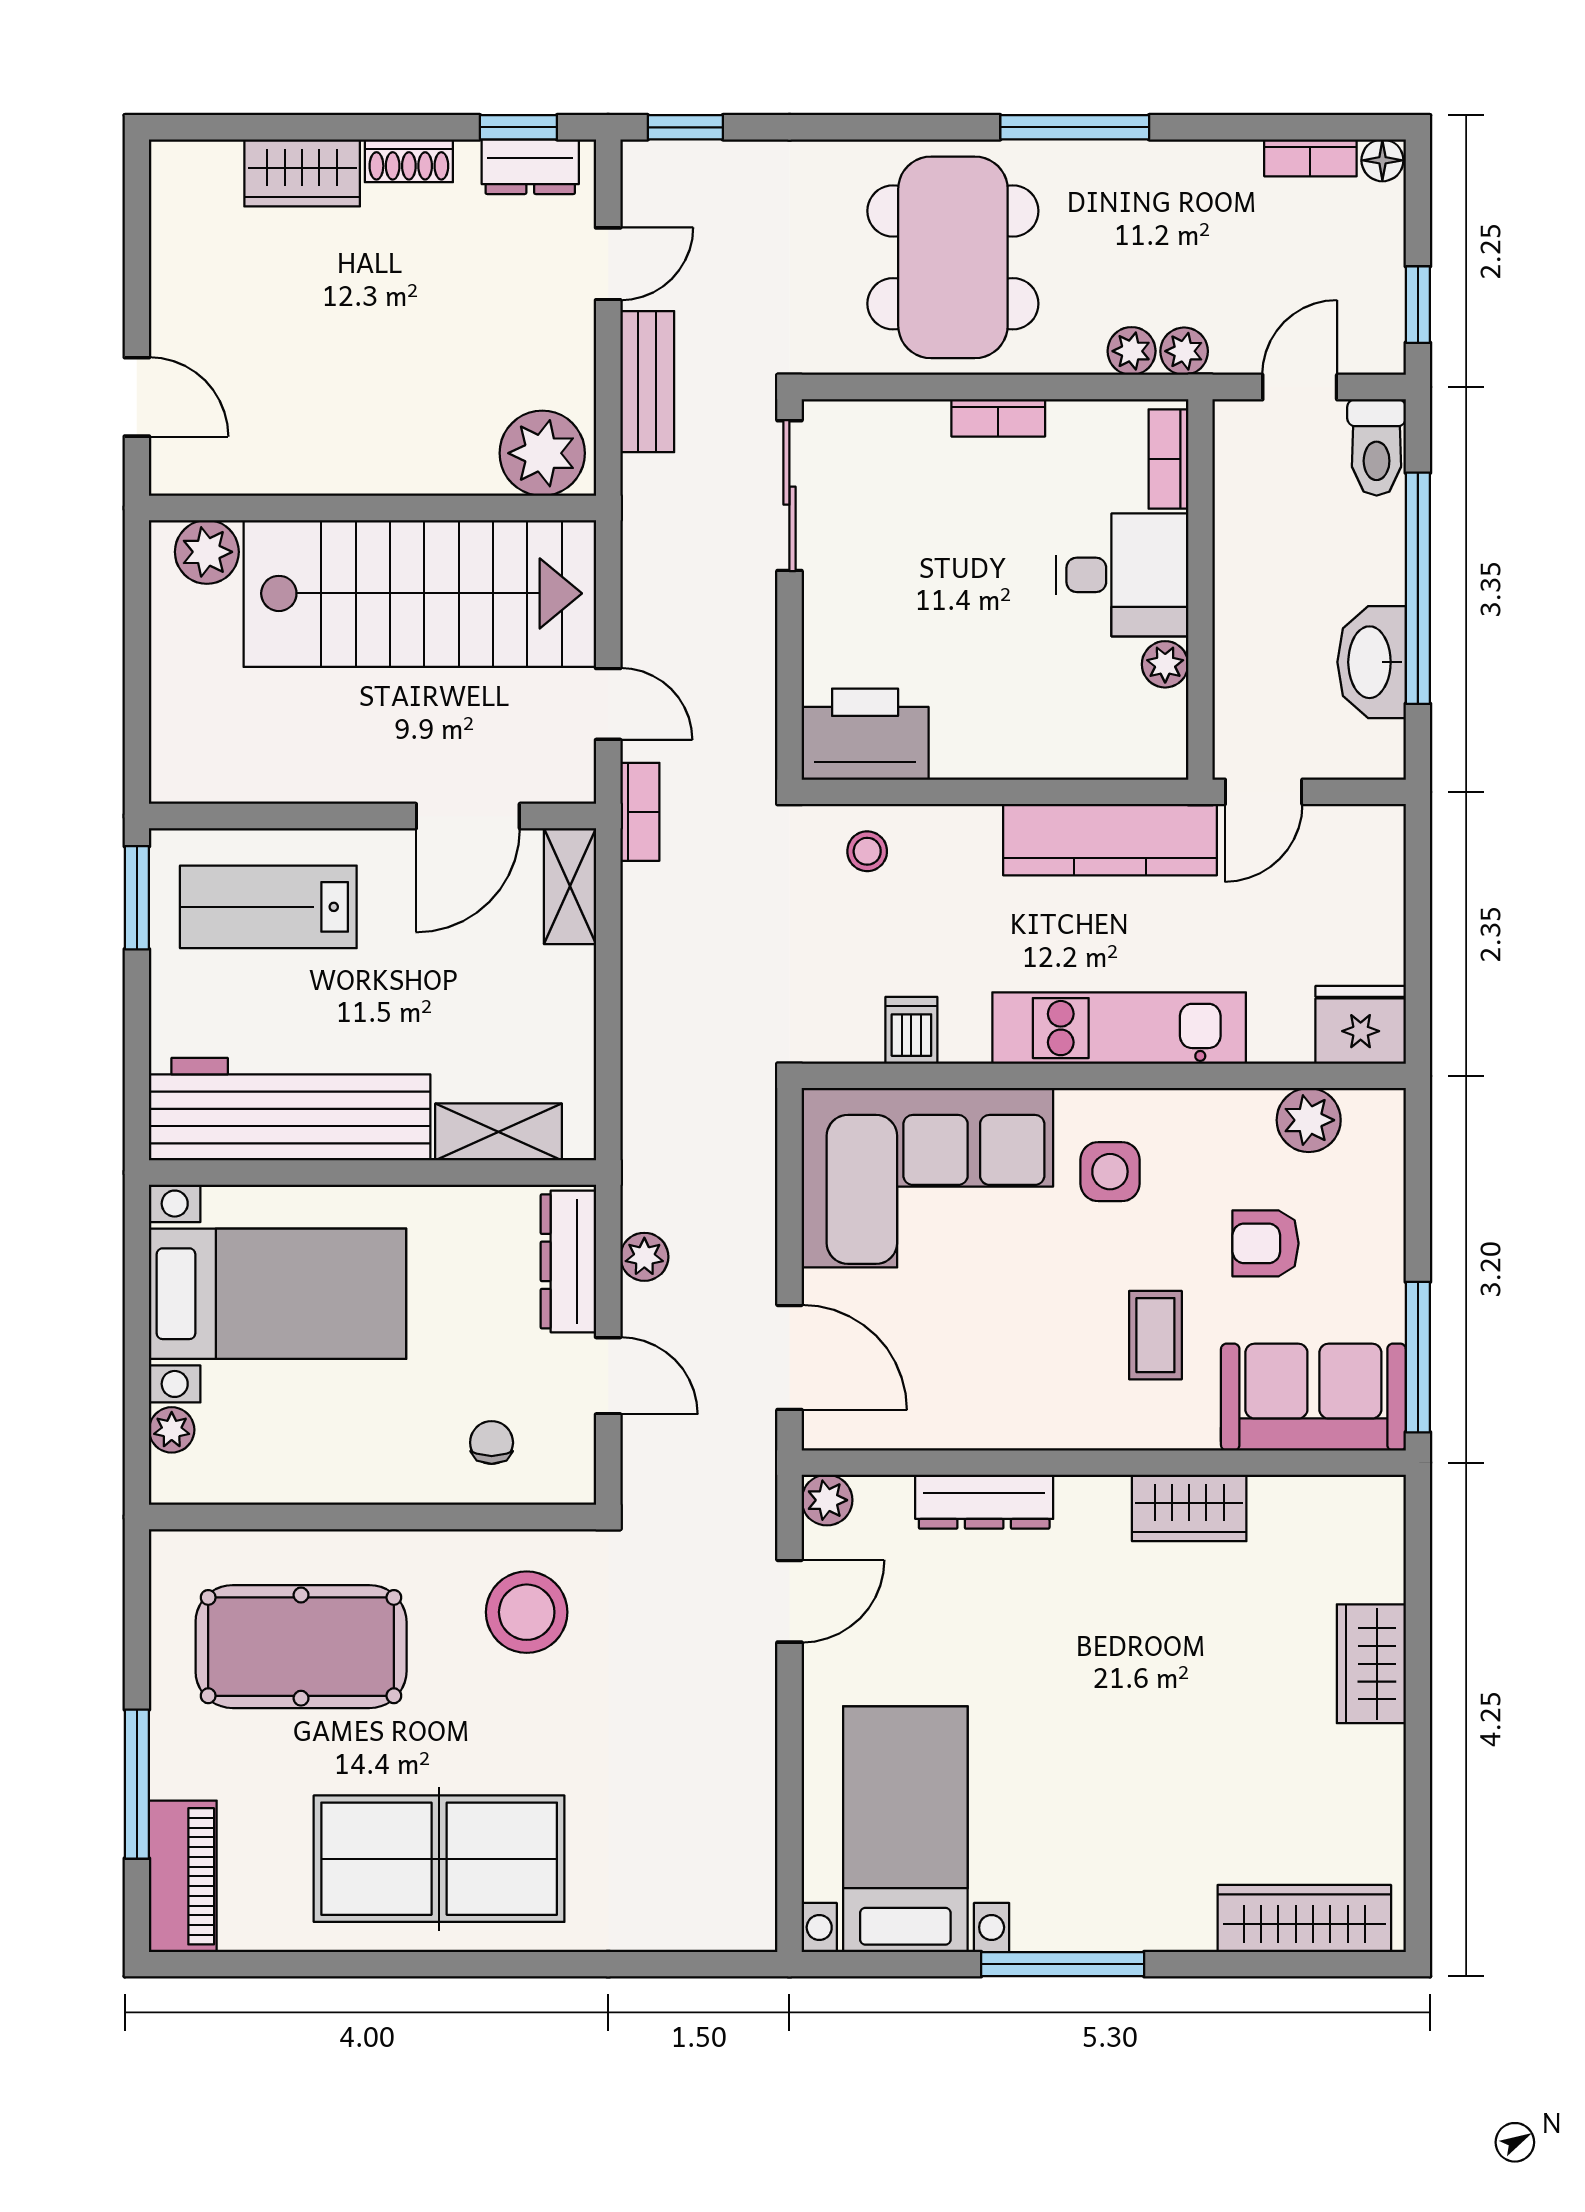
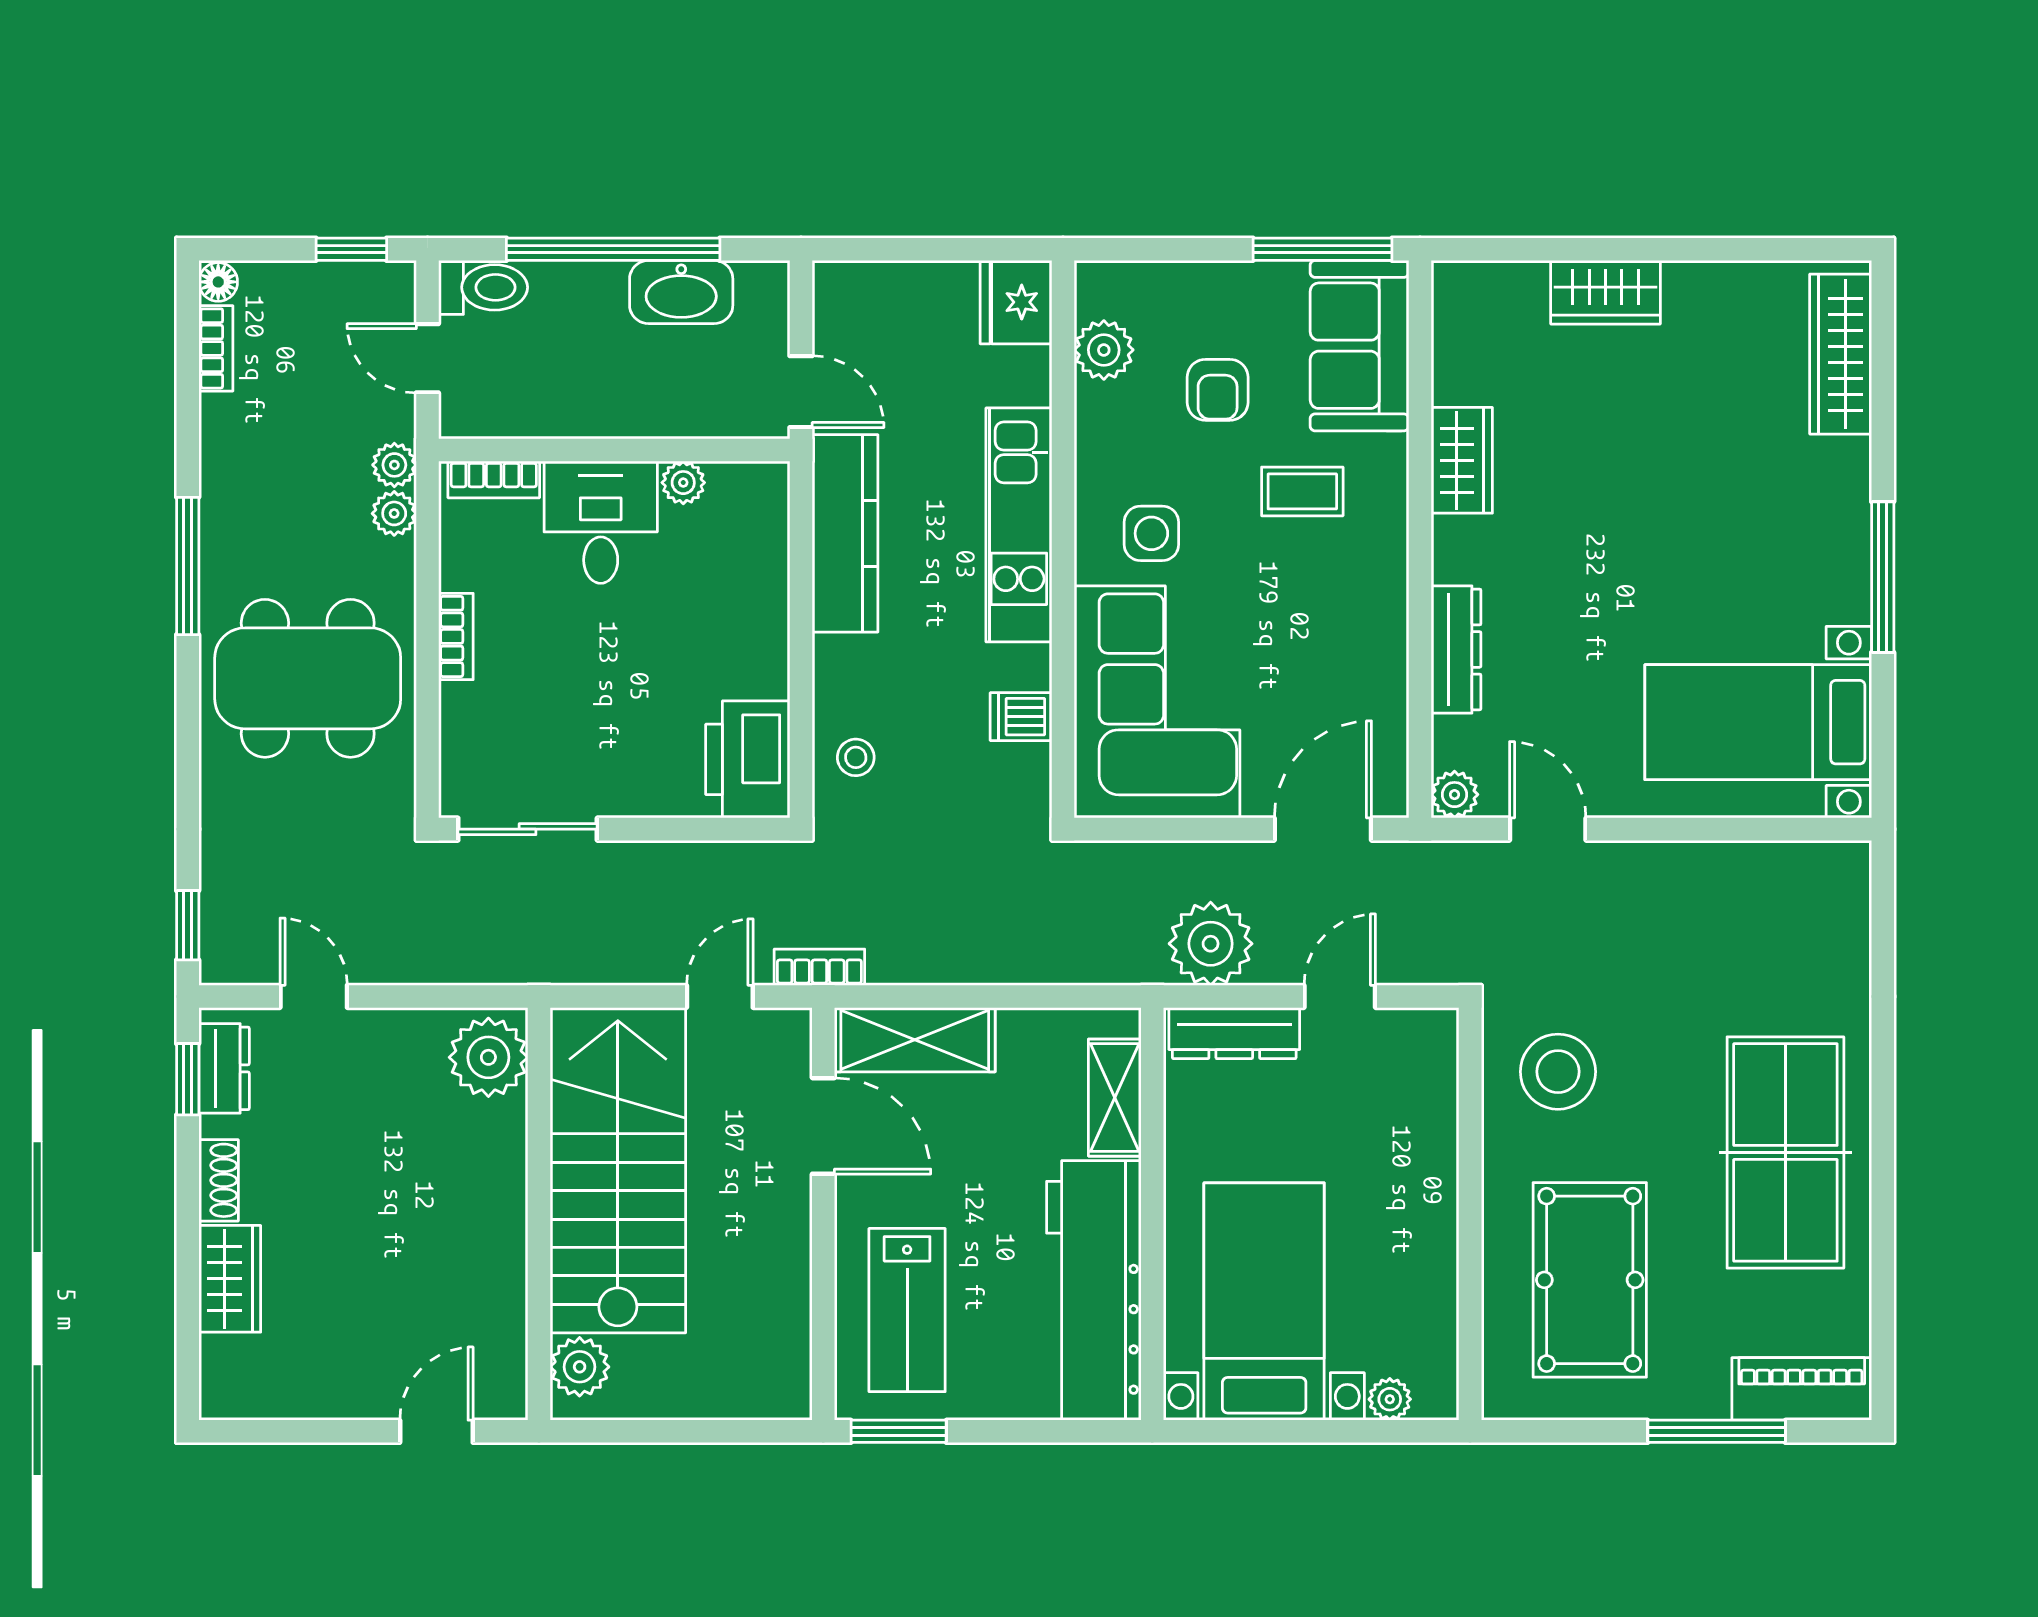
bench: (647, 382) -> (422, 960), removed
shelving: (570, 886) -> (915, 1040), width x1.50, depth x1.33
plant: (644, 1257) -> (1211, 944), width x1.88, depth x1.88
chair: (492, 1443) -> (1401, 1104), removed

